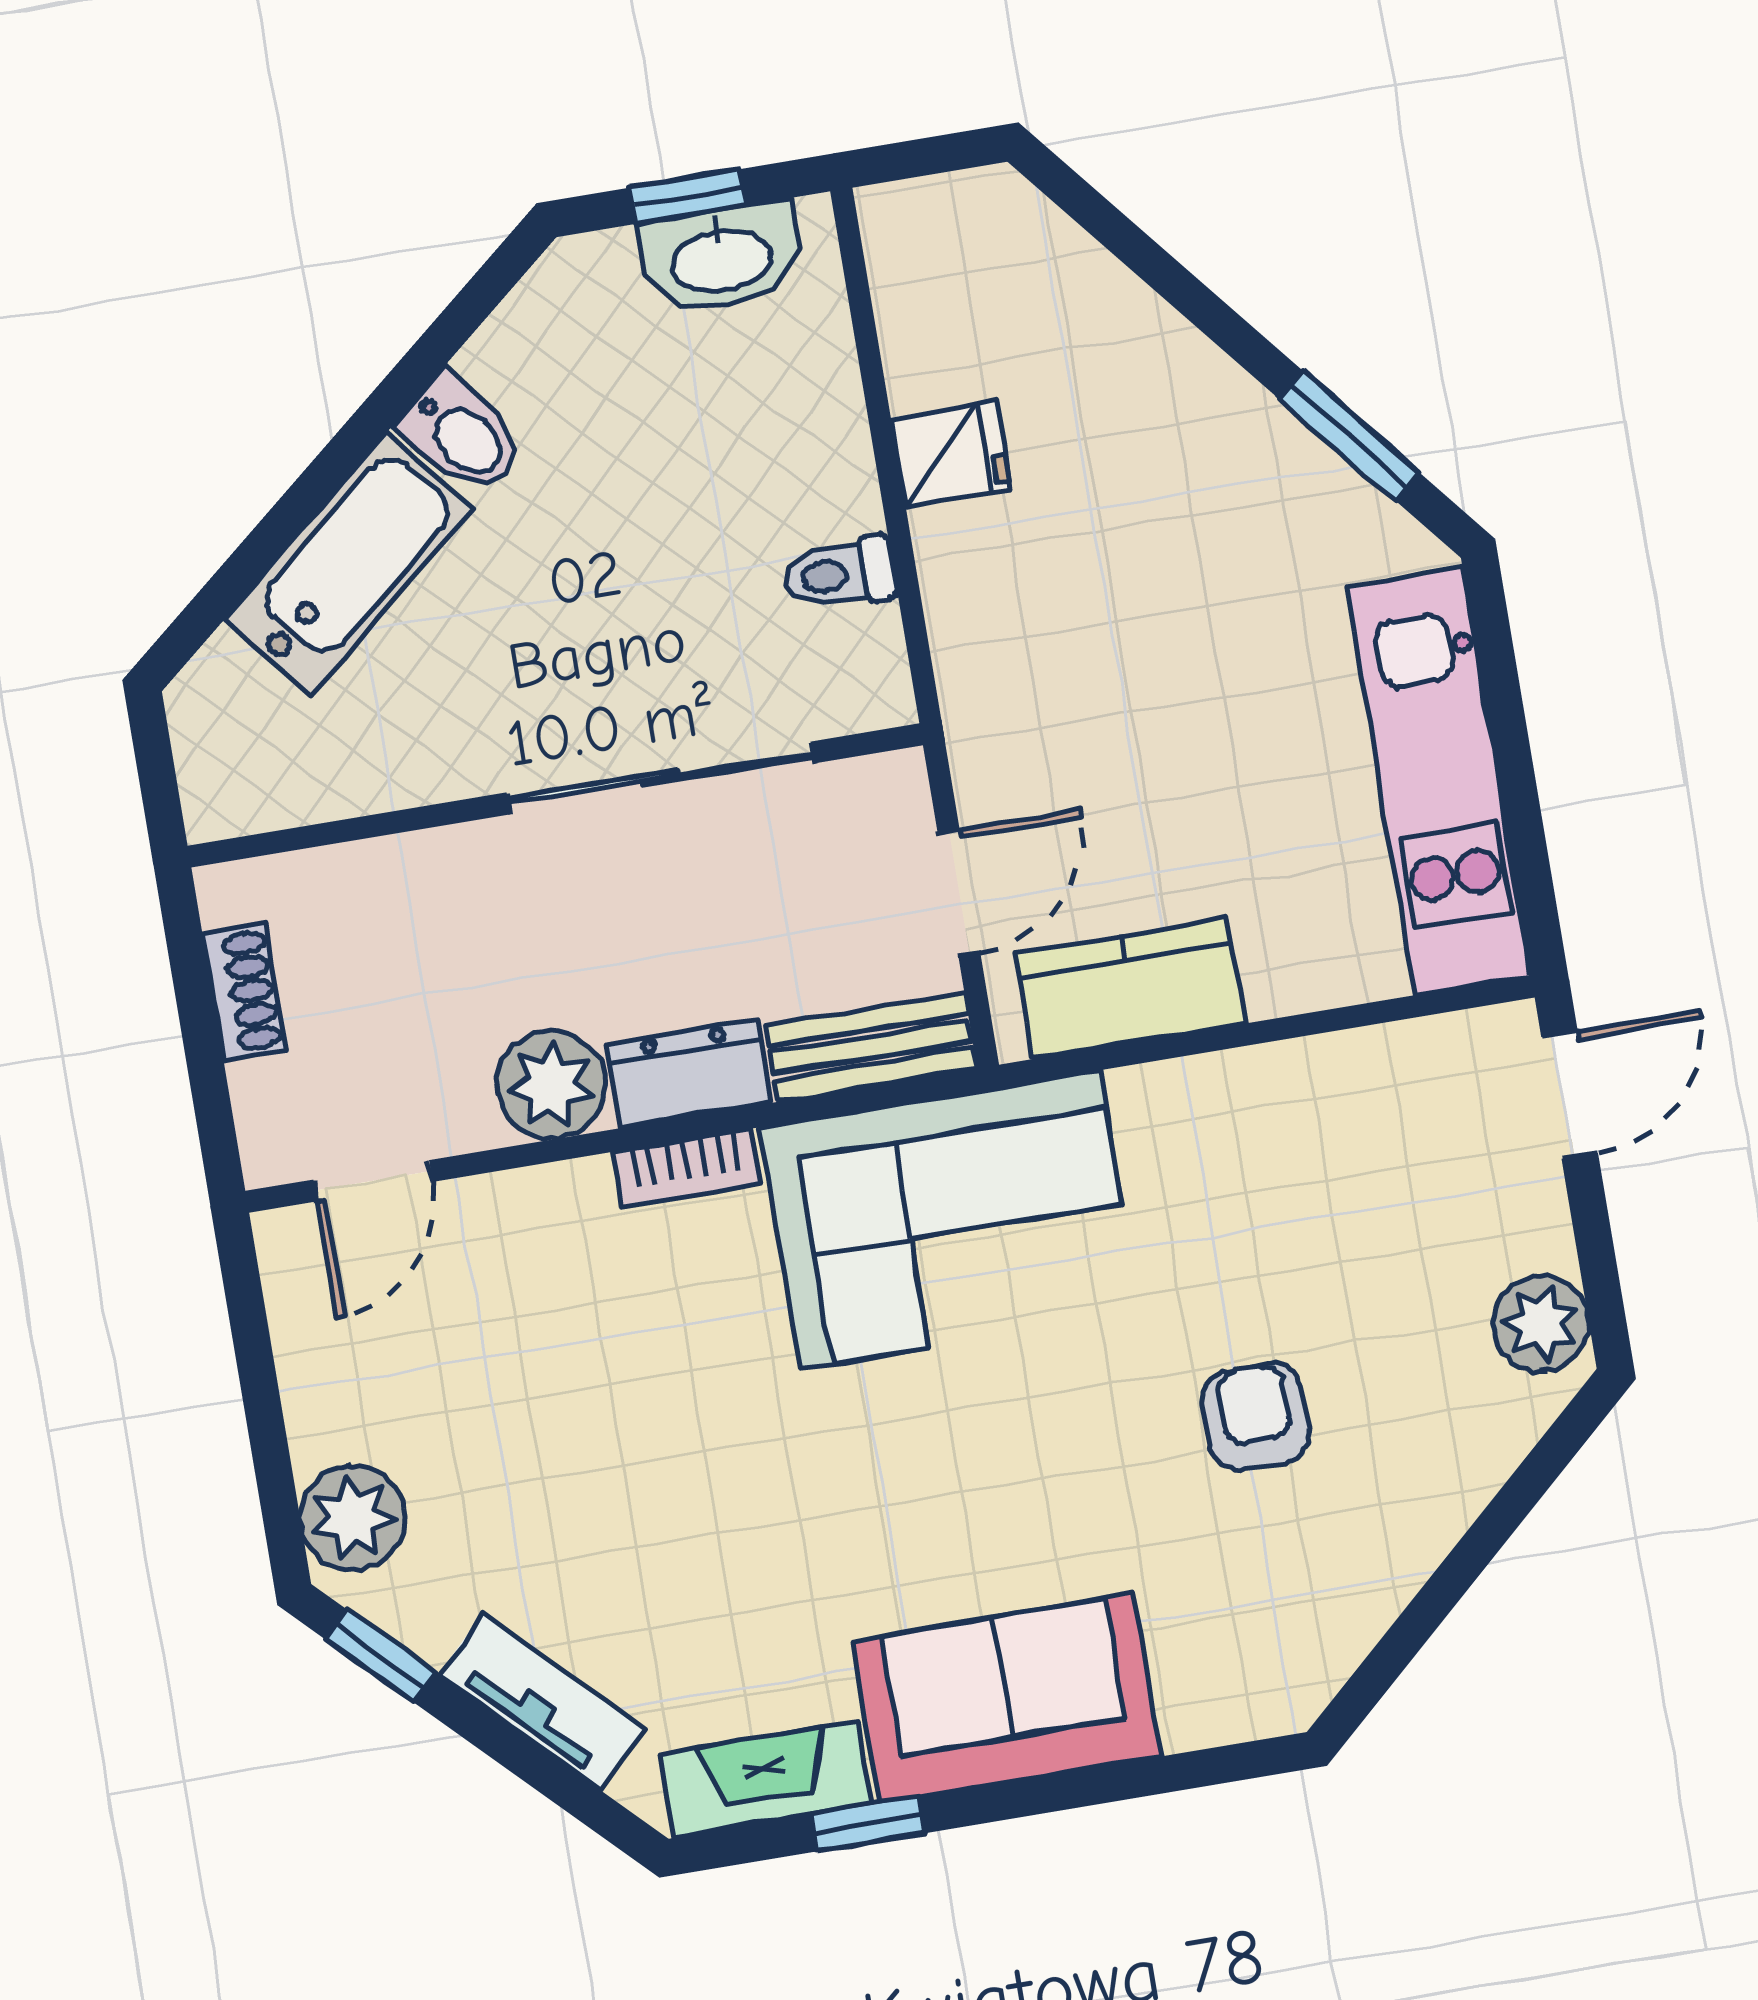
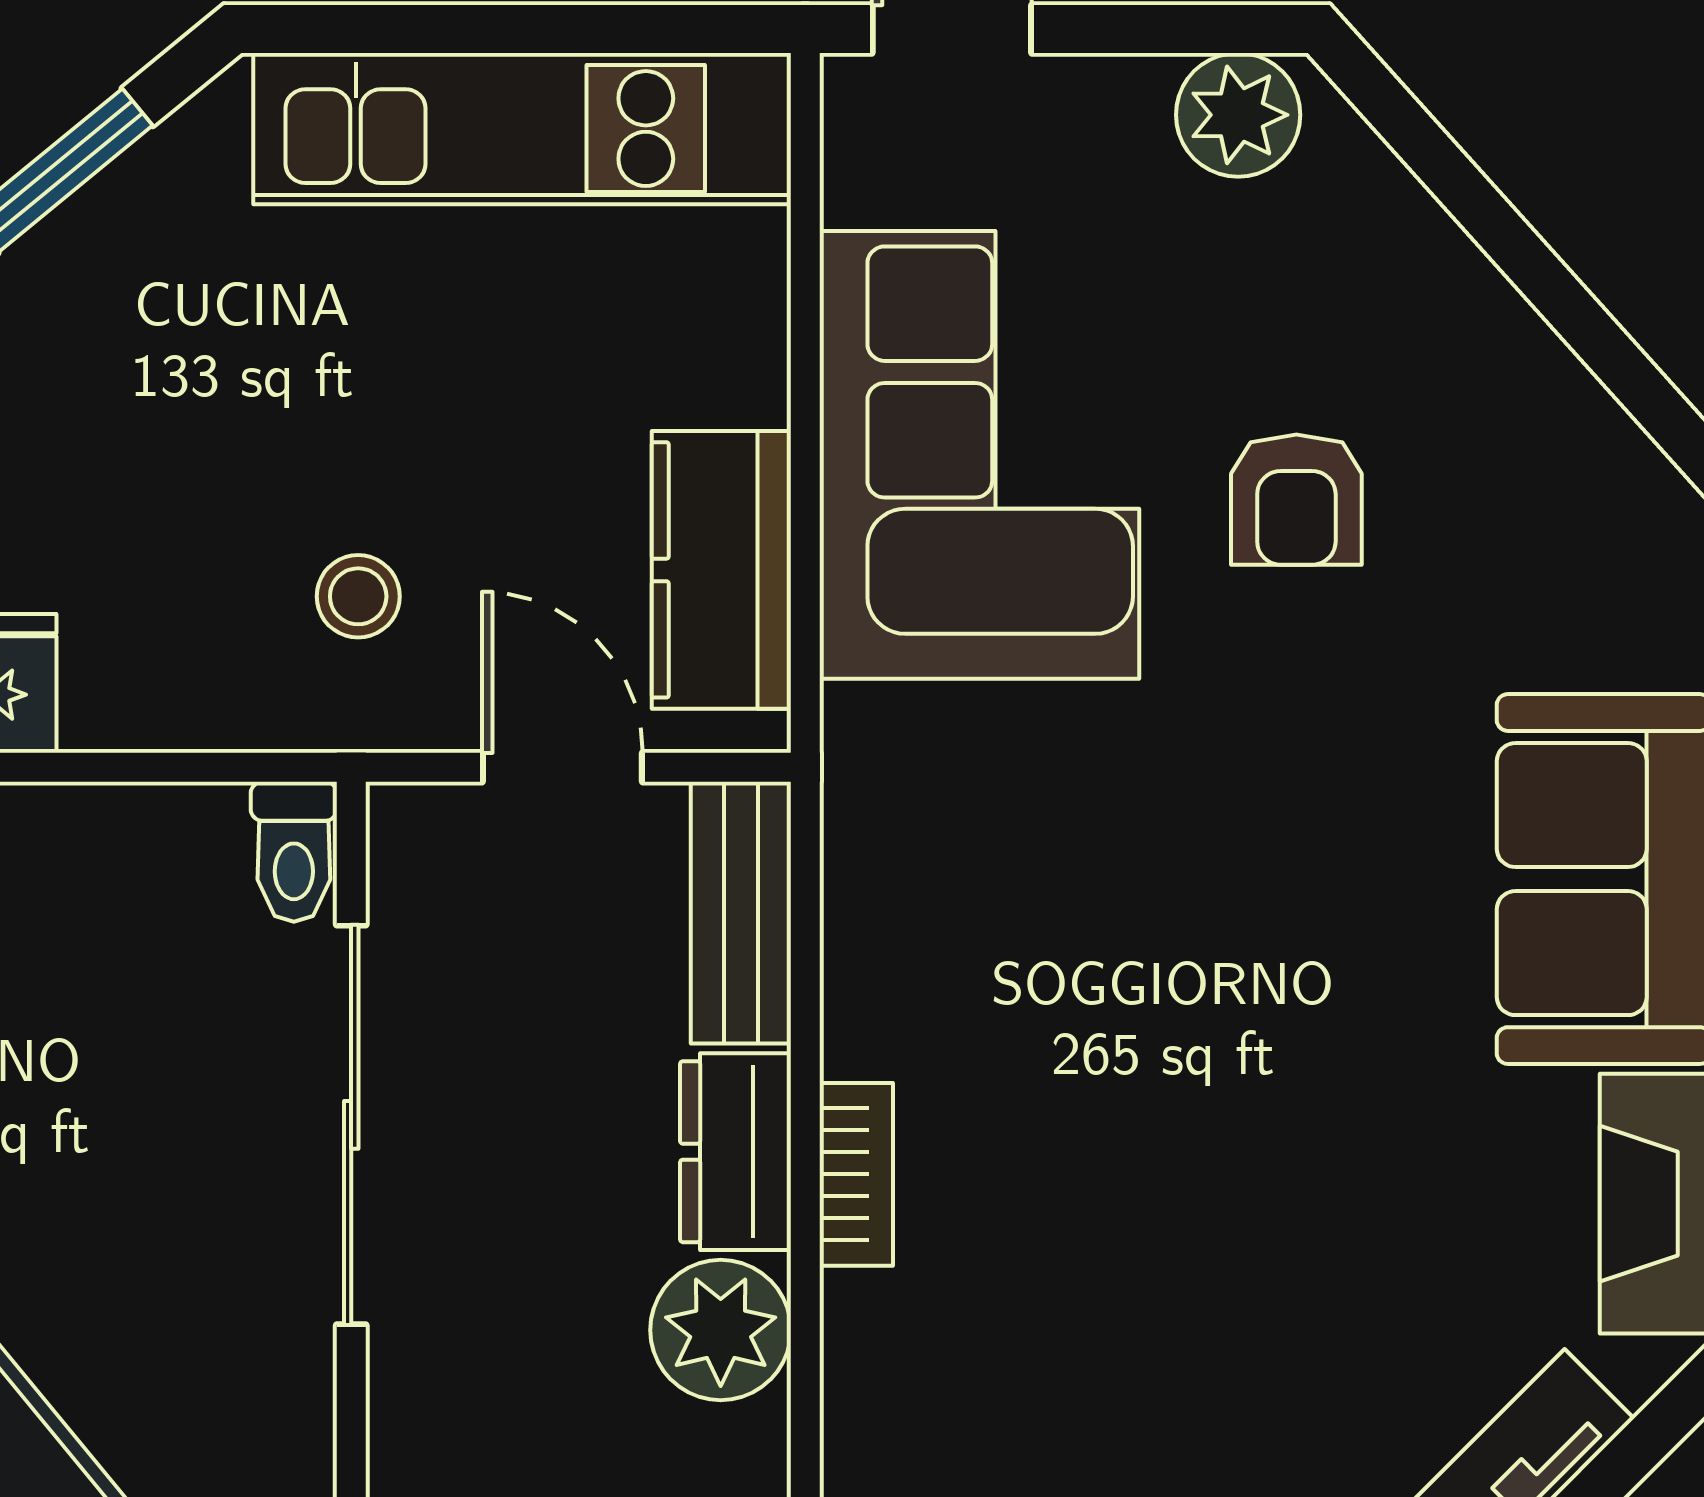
toilet: (840, 574) -> (294, 852), moved
stool: (1063, 716) -> (358, 596), added
corner sofa: (950, 1220) -> (979, 455), moved
armchair: (1256, 1417) -> (1296, 500), turned -90

